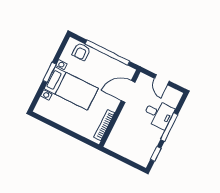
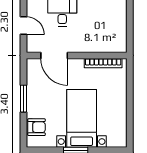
window: (107, 53) -> (23, 99), width x0.47
door: (162, 80) -> (23, 25), hinge flipped

